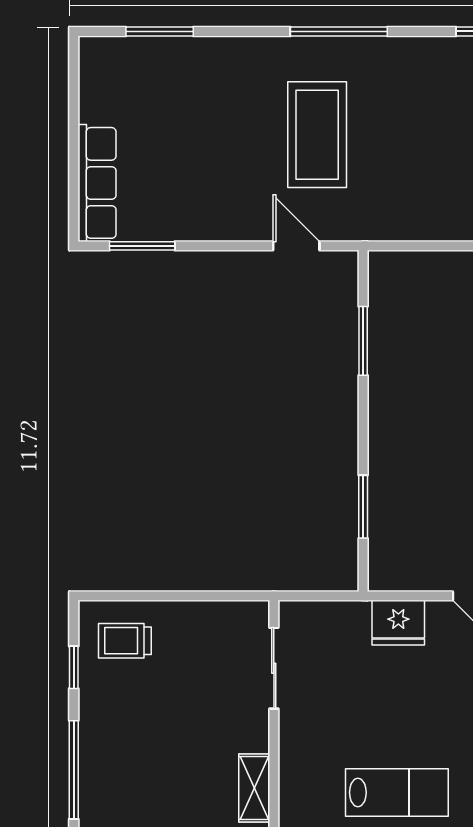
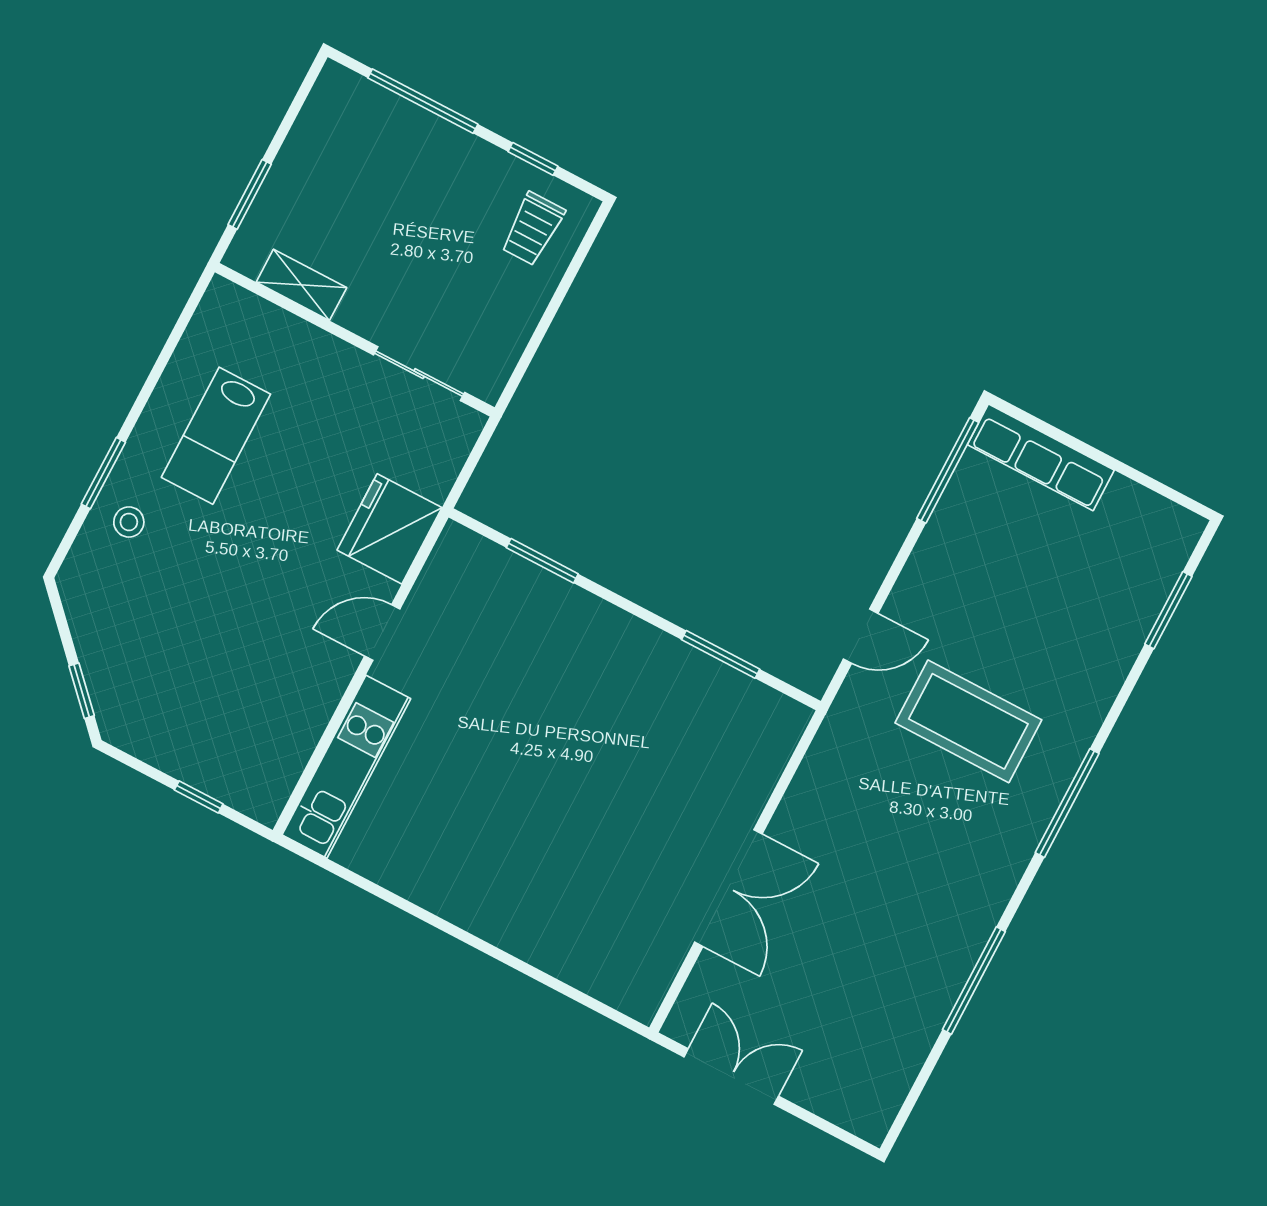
window: (142, 246) -> (948, 470), width x1.44
fridge: (398, 623) -> (389, 529), width x1.36, depth x1.34
trolley: (125, 641) -> (533, 229), turned 180

